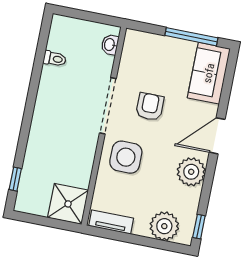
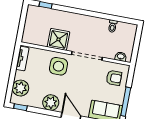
armchair: (150, 107) -> (114, 78), moved
shower: (68, 204) -> (59, 39), moved

